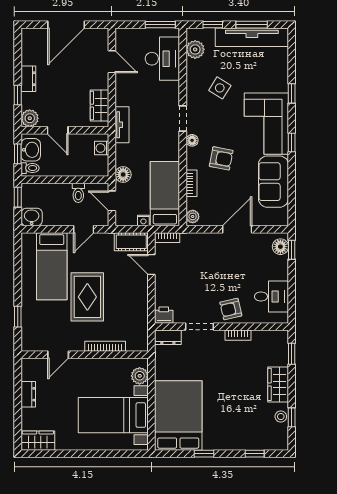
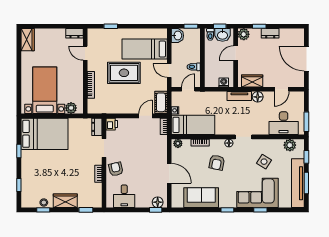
corner sofa: (266, 124) -> (257, 193), moved
floor lamp: (123, 175) -> (258, 97), moved
dresser: (28, 394) -> (74, 33), moved

